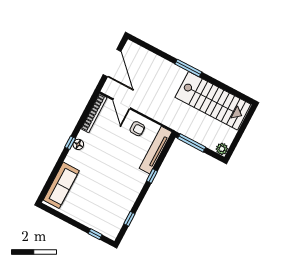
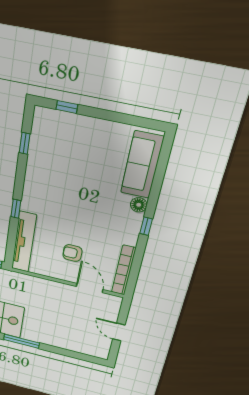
door: (112, 63) -> (119, 332), width x0.53
armchair: (137, 129) -> (72, 253), moved
floor lamp: (78, 144) -> (139, 205), moved

